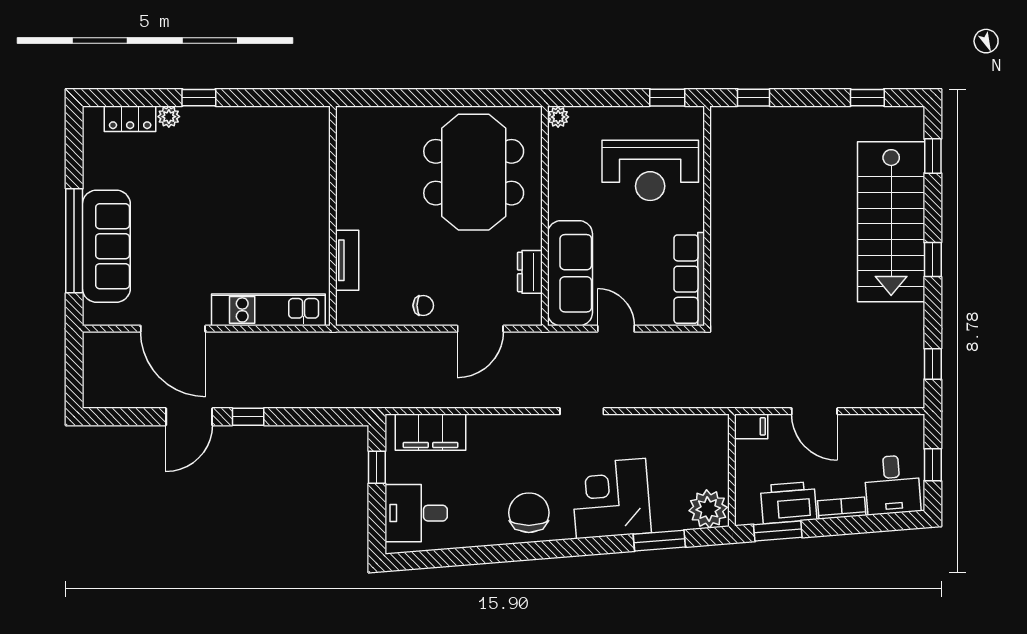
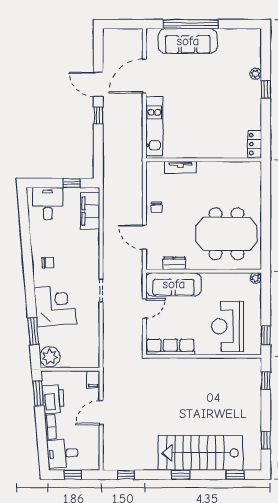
locker: (130, 119) -> (255, 144), moved
chair: (529, 513) -> (48, 263), width x0.54, depth x0.54

